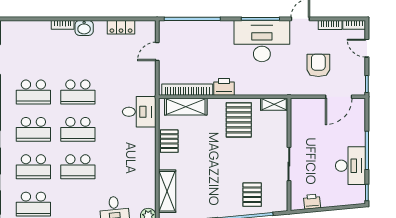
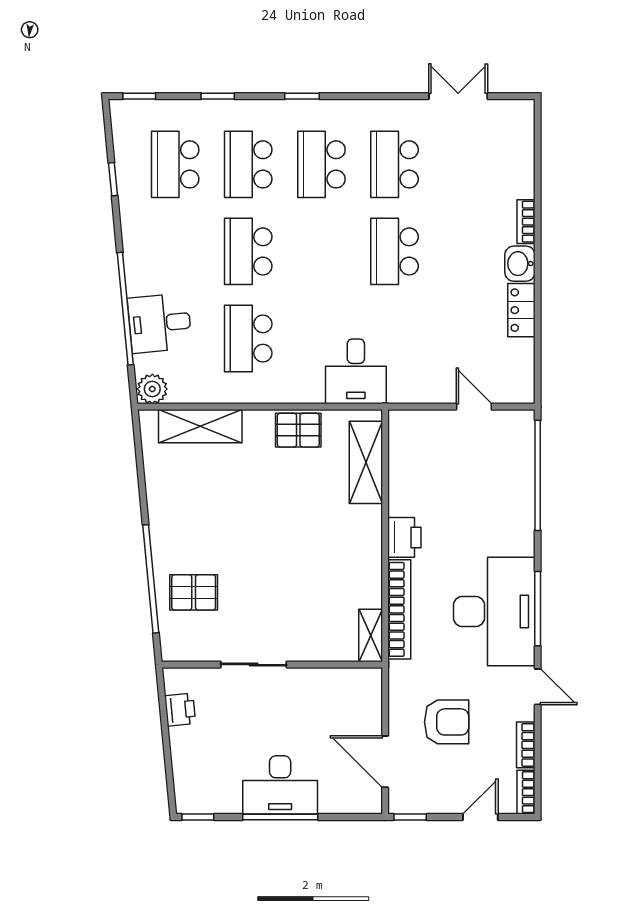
locker: (121, 27) -> (521, 310), moved
bookcase: (187, 90) -> (399, 609), moved
pallet: (239, 120) -> (340, 566), removed
school desk: (78, 129) -> (248, 338), moved
desk: (351, 166) -> (280, 785), moved

